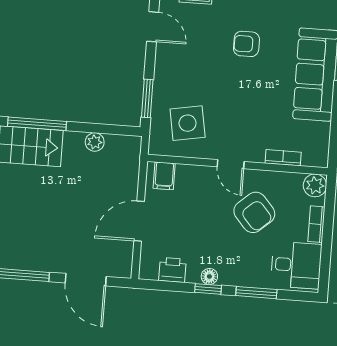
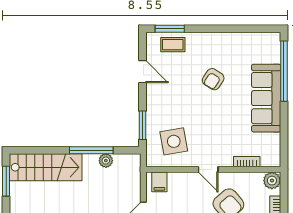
armchair: (246, 44) -> (213, 79), turned -57
window: (37, 124) -> (91, 150), moved

